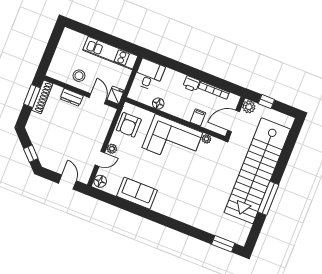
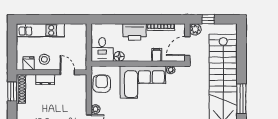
kitchen unit: (110, 53) -> (40, 30), moved
desk: (149, 75) -> (102, 49), moved, turned 180
printer: (191, 84) -> (135, 32), width x1.87, depth x1.48
fridge: (116, 95) -> (29, 63), moved
armchair: (129, 125) -> (102, 84), turned 180

